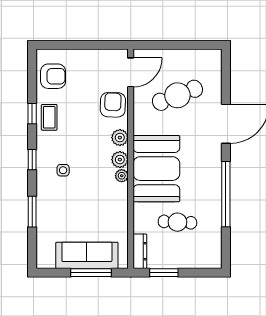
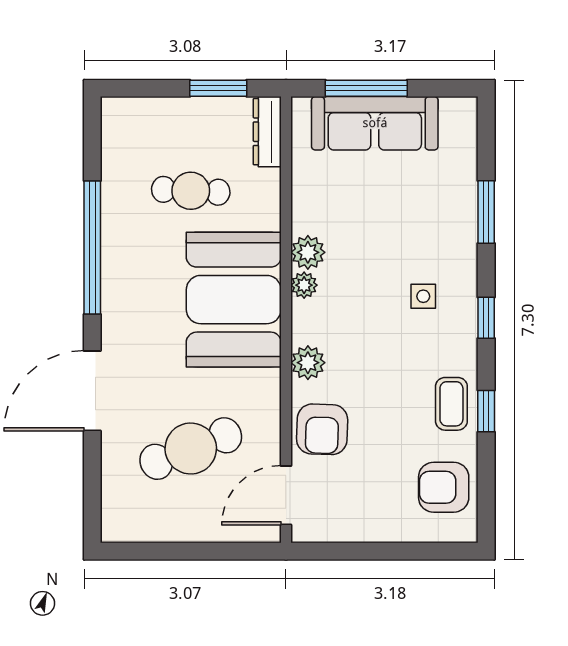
plant: (120, 160) -> (308, 252), moved

